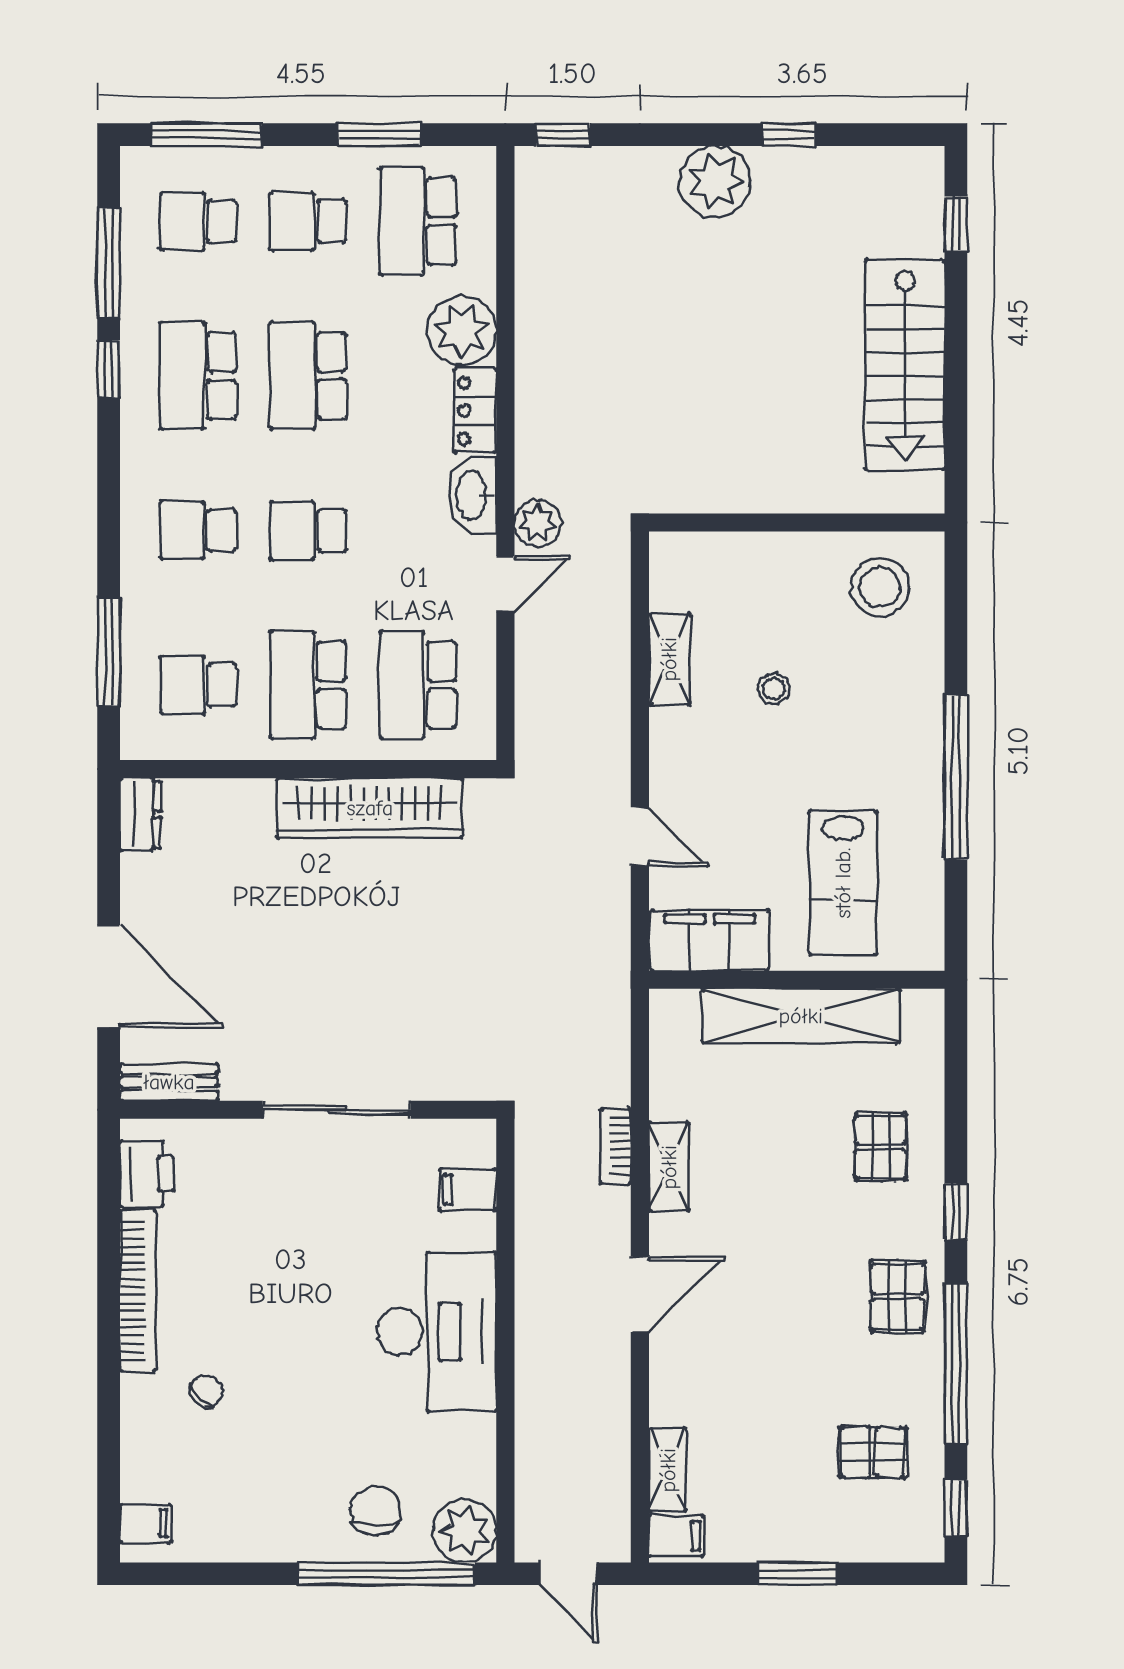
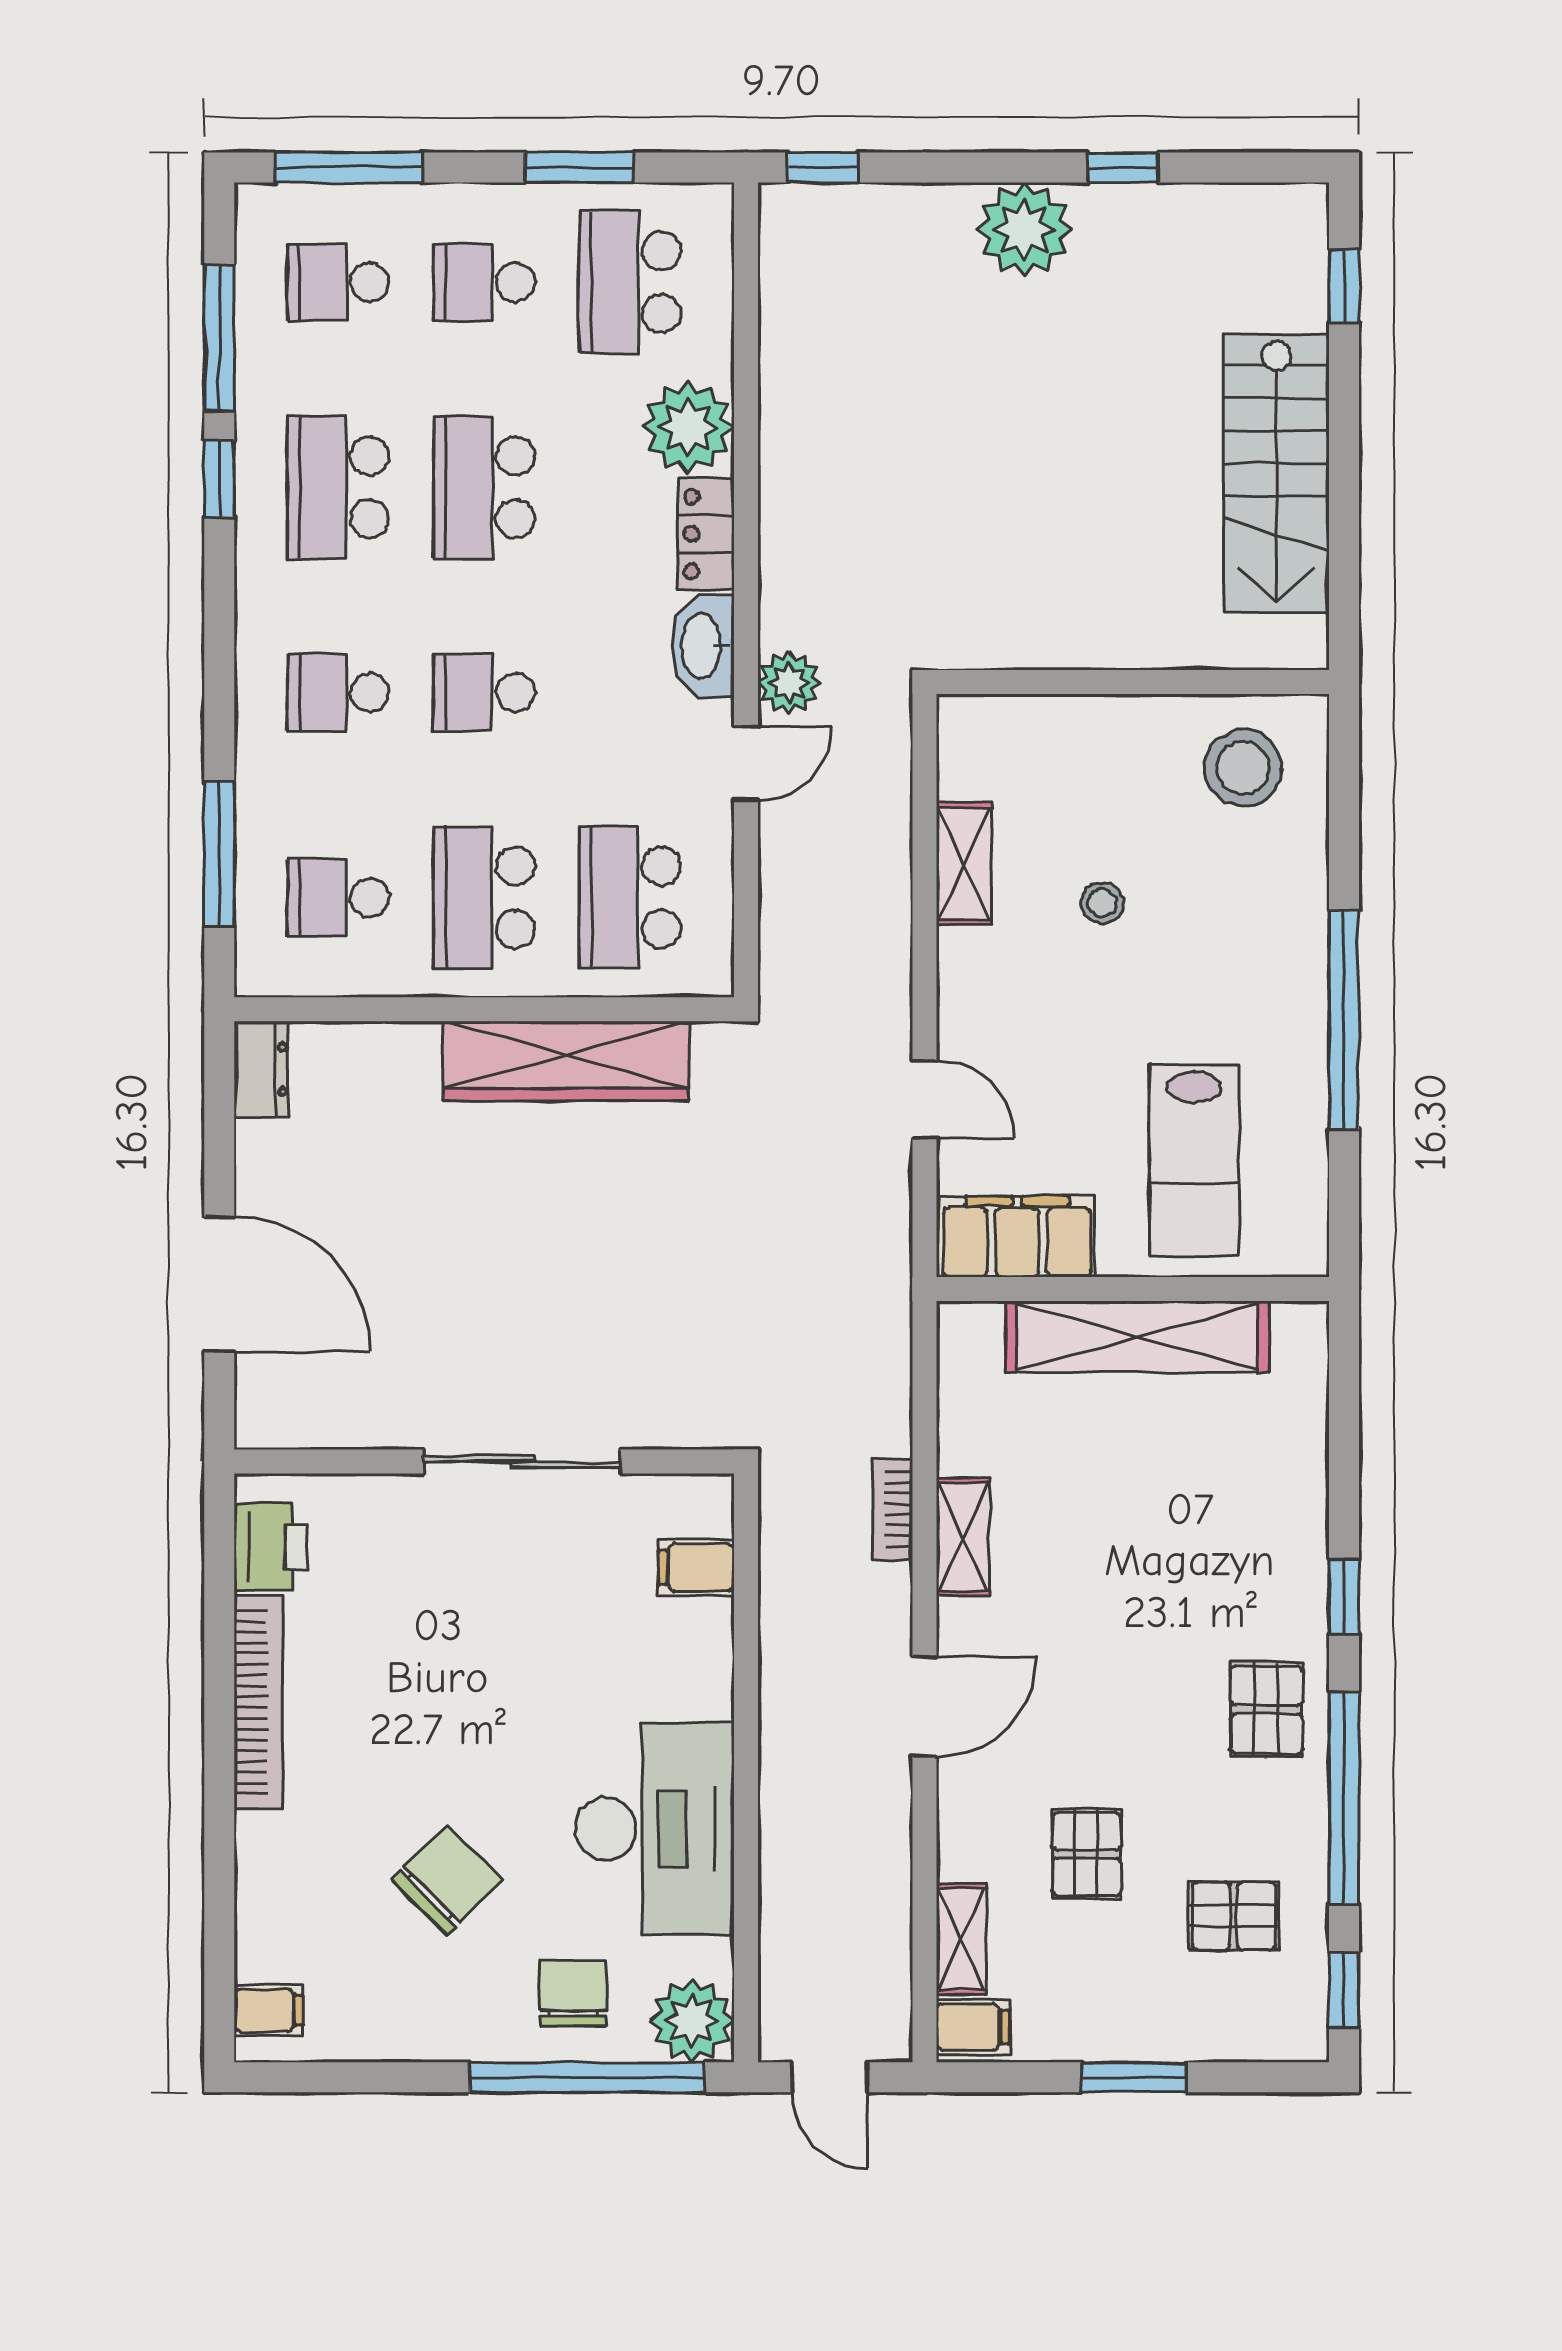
bench: (169, 1082) -> (299, 1425), removed
pallet: (881, 1147) -> (1087, 1854), moved
desk: (437, 1332) -> (655, 1829), moved
chair: (207, 1391) -> (447, 1880), moved, width x1.87, depth x1.87

